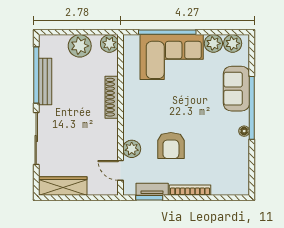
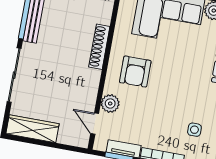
armchair: (171, 146) -> (135, 72), moved
side table: (216, 159) -> (194, 130), added

